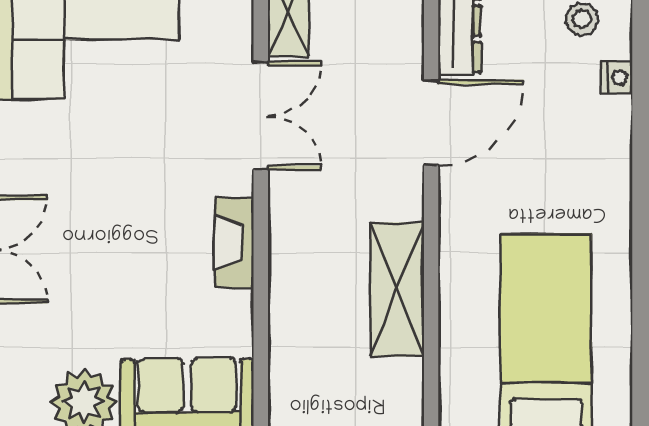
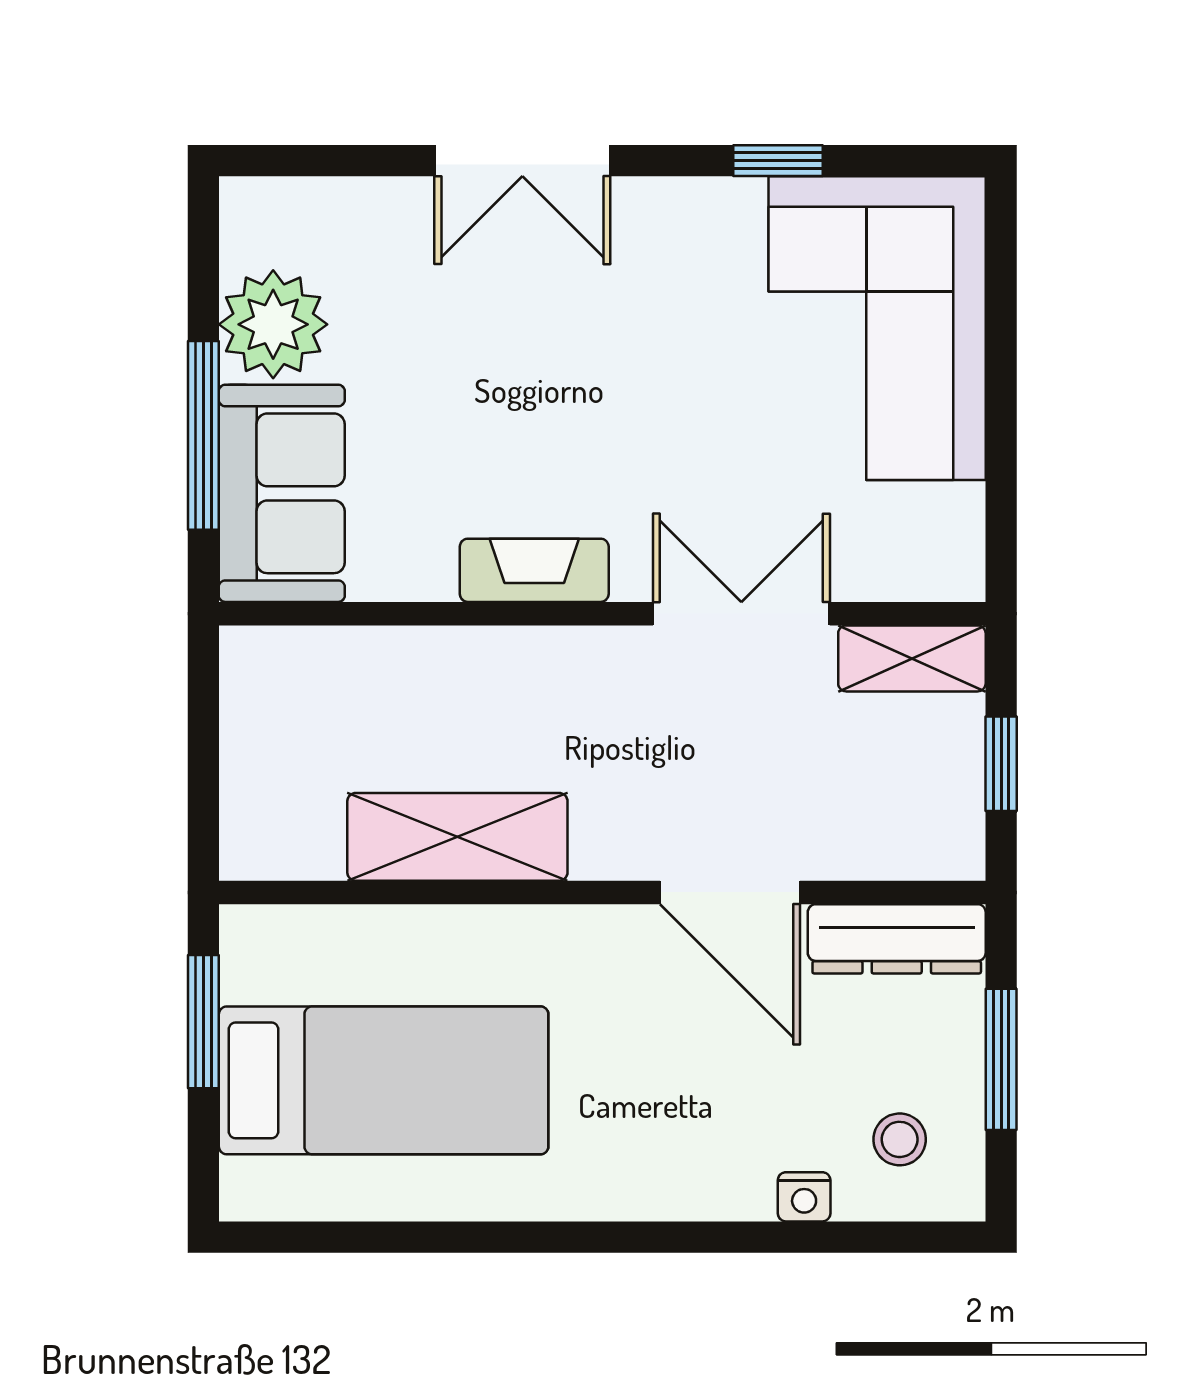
double door: (261, 116) -> (741, 614), swing flipped

